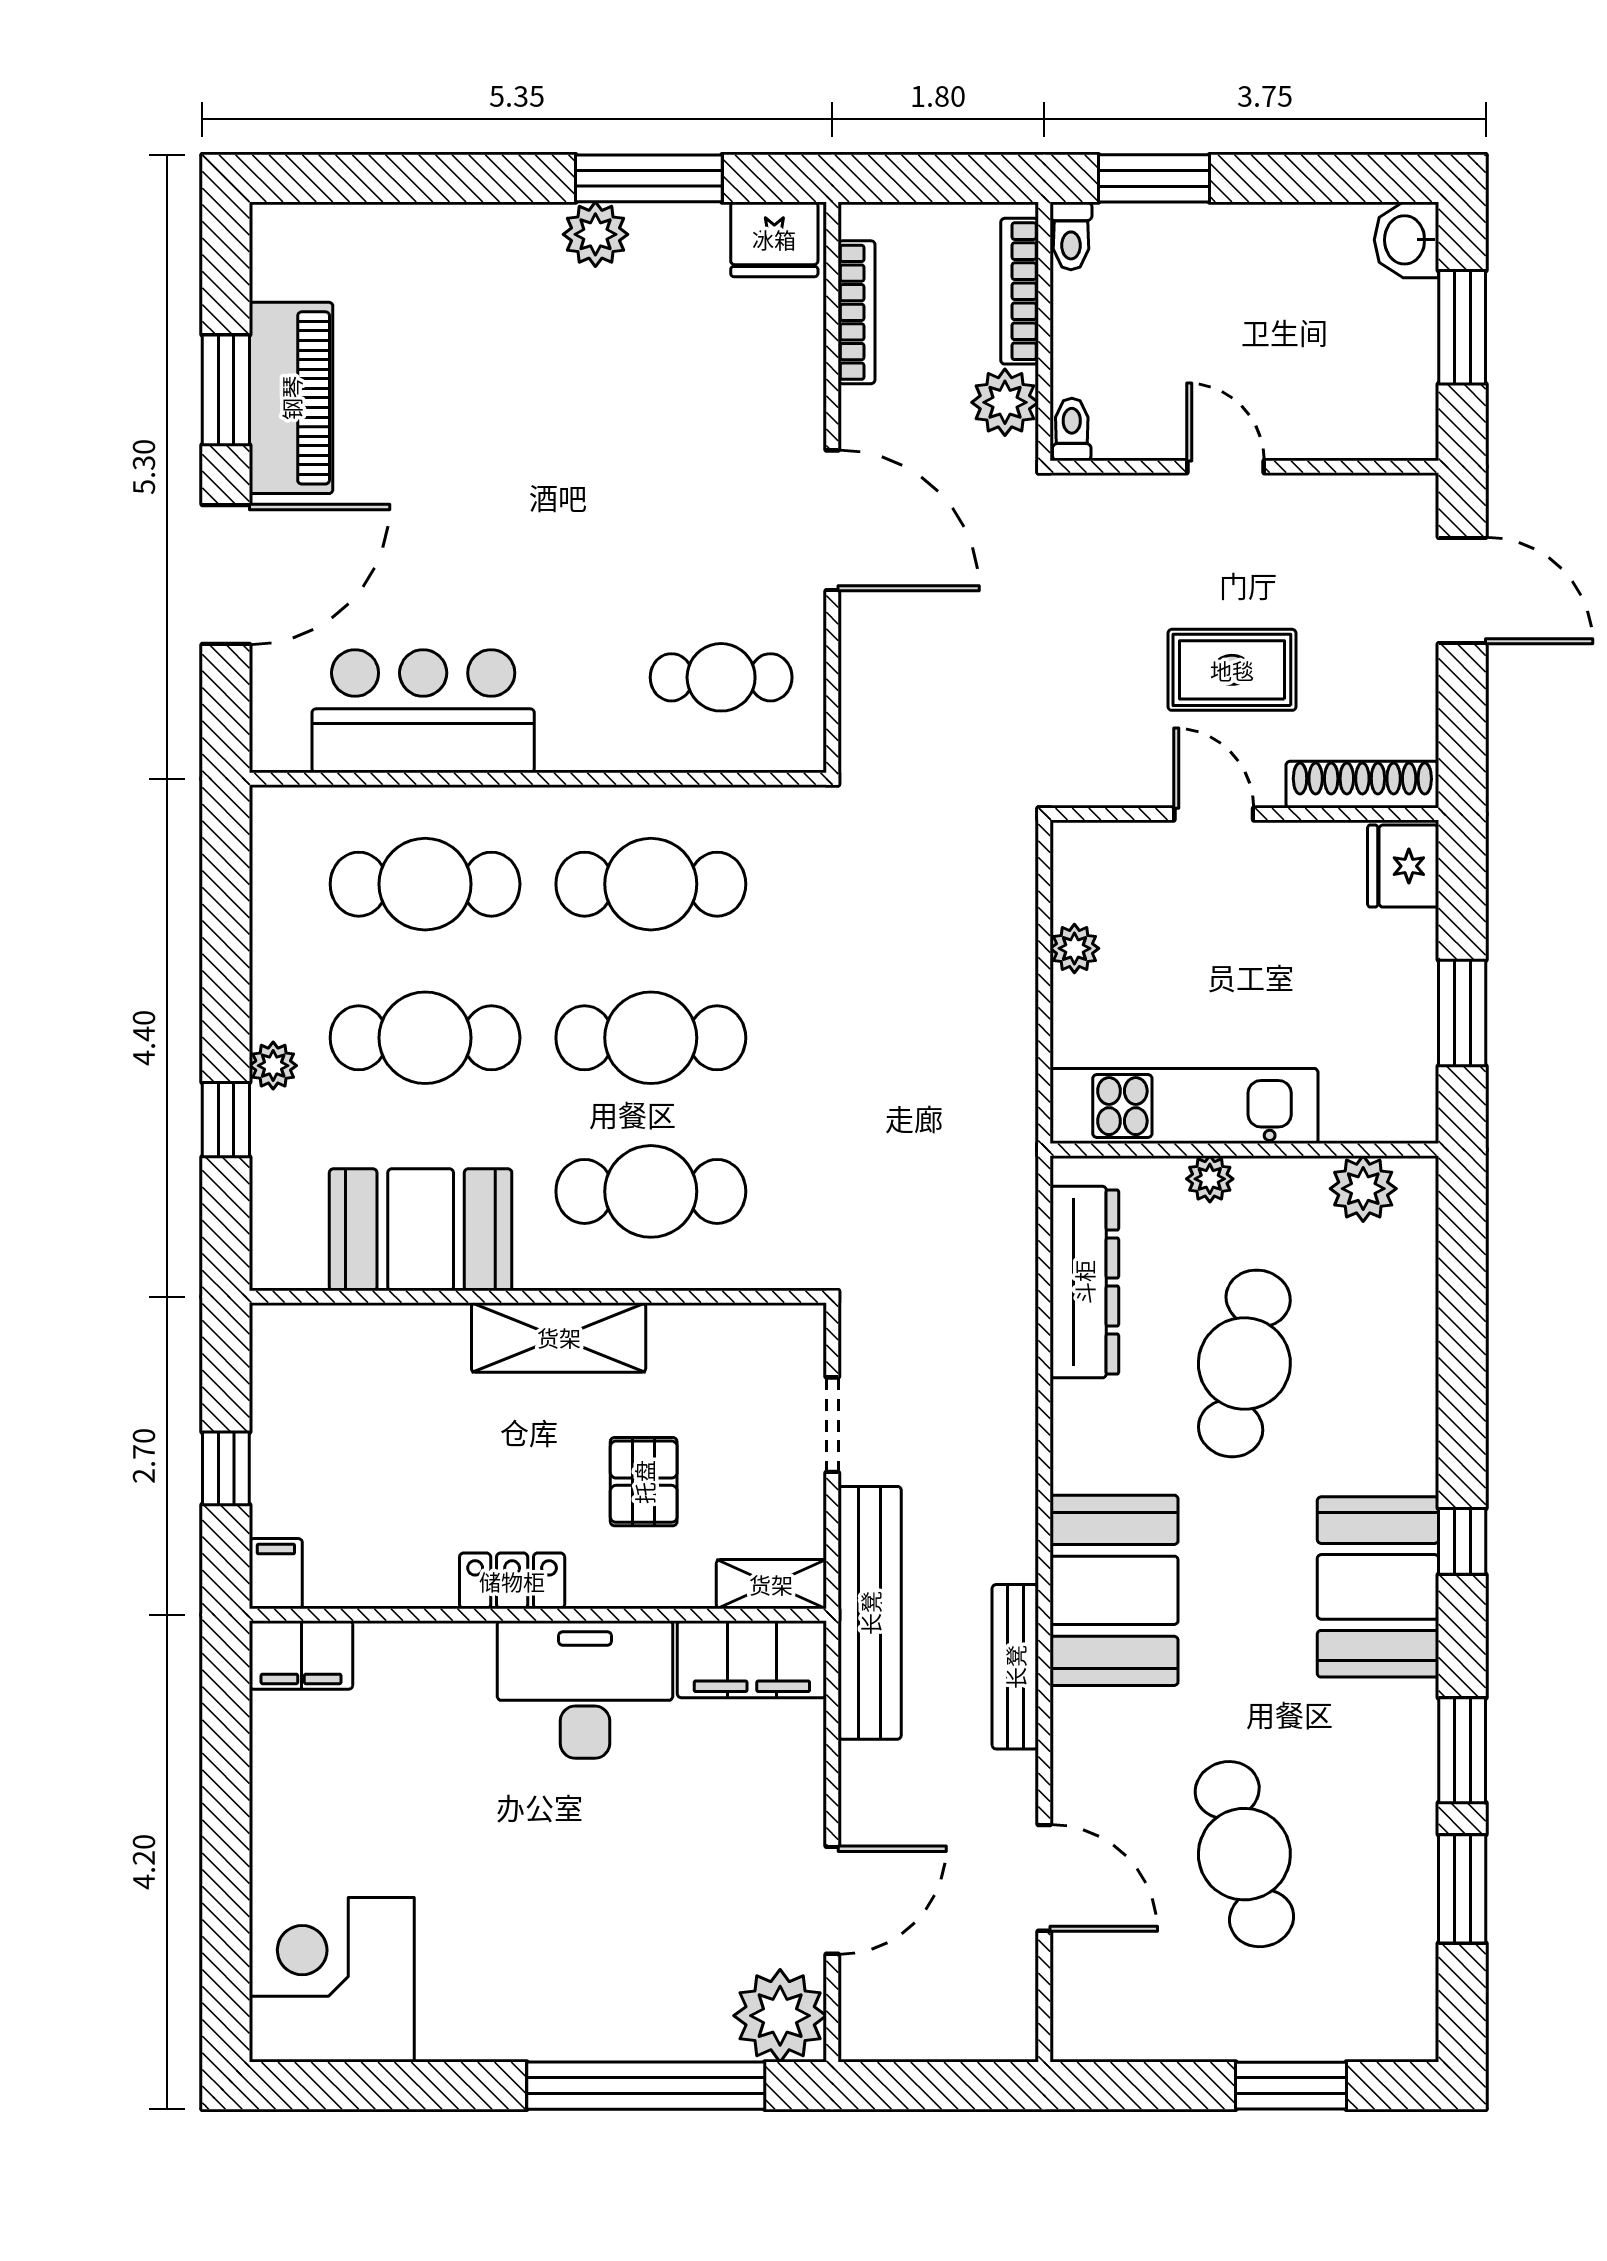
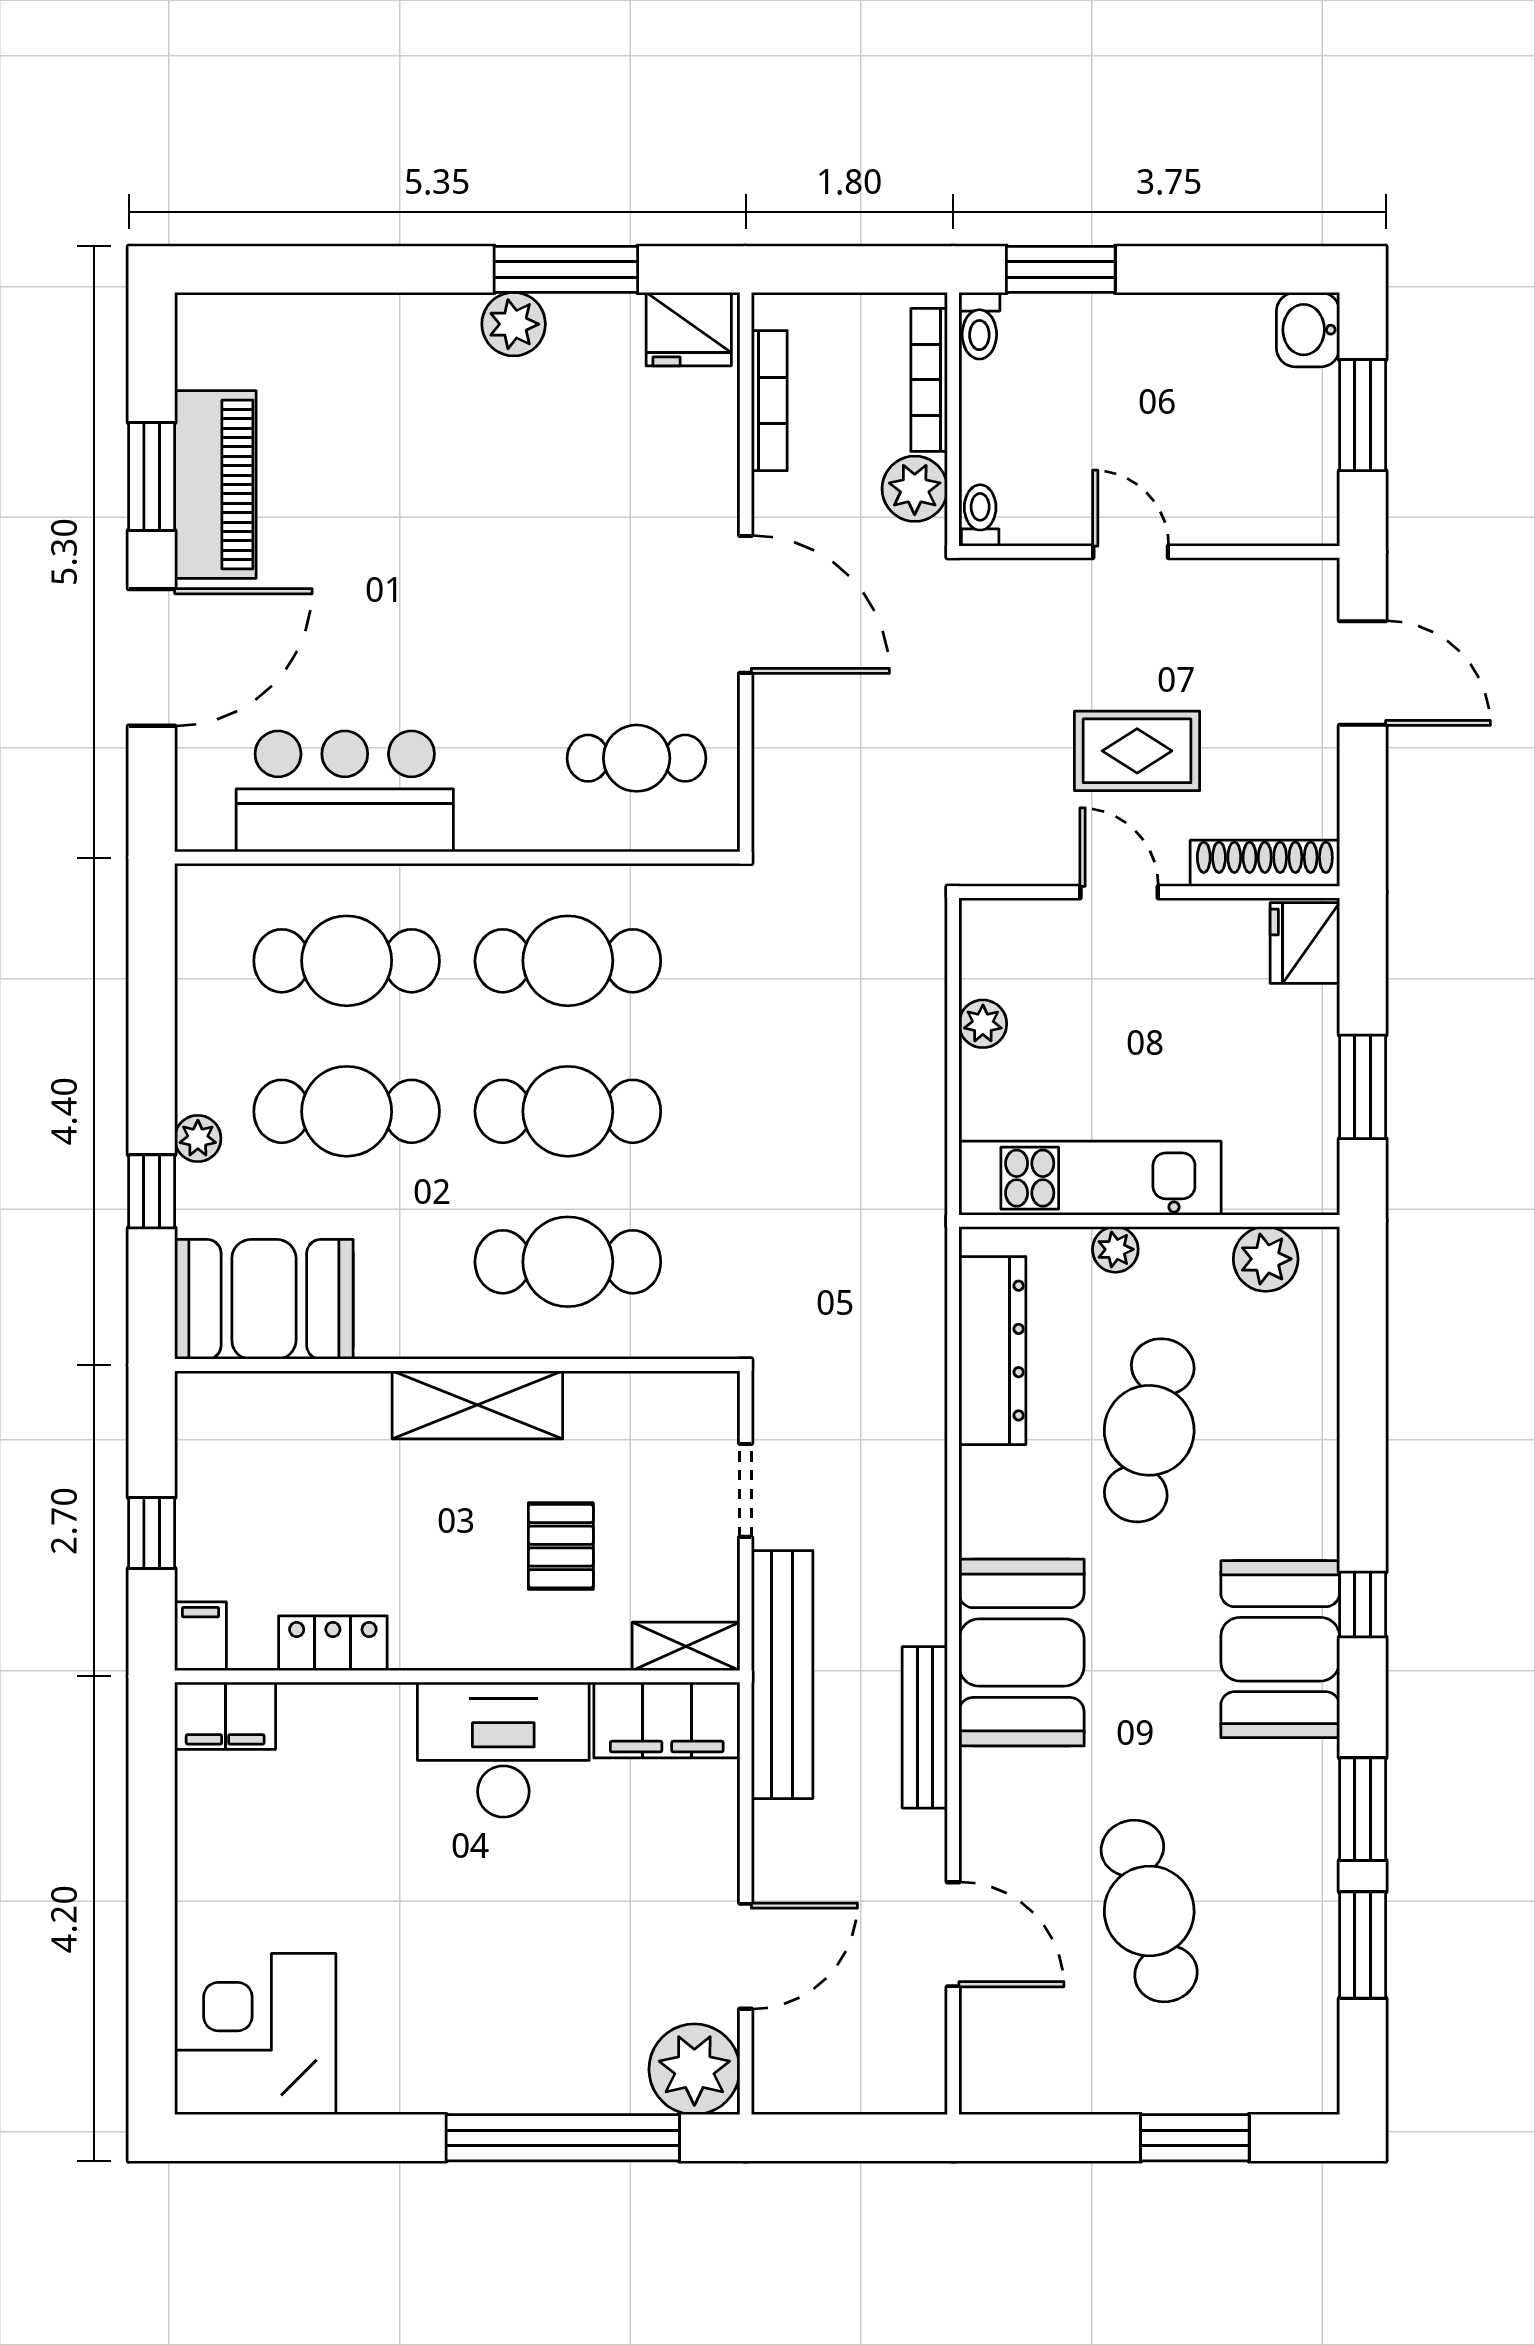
booth: (421, 1230) -> (264, 1299), moved
locker: (512, 1581) -> (333, 1643), moved

